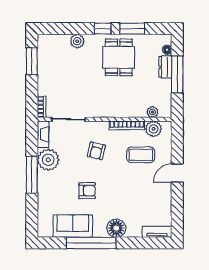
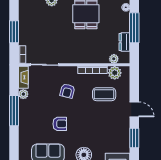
window: (32, 61) -> (14, 32), moved
dresser: (165, 67) -> (124, 42), moved
plant: (48, 160) -> (23, 94), width x0.53, depth x0.53
door: (177, 173) -> (134, 109), swing flipped
window: (177, 208) -> (134, 138), added

